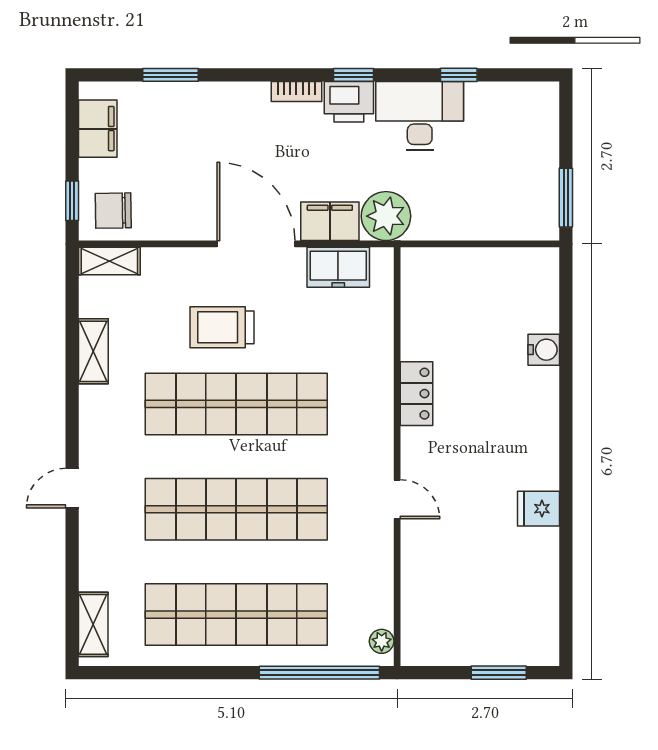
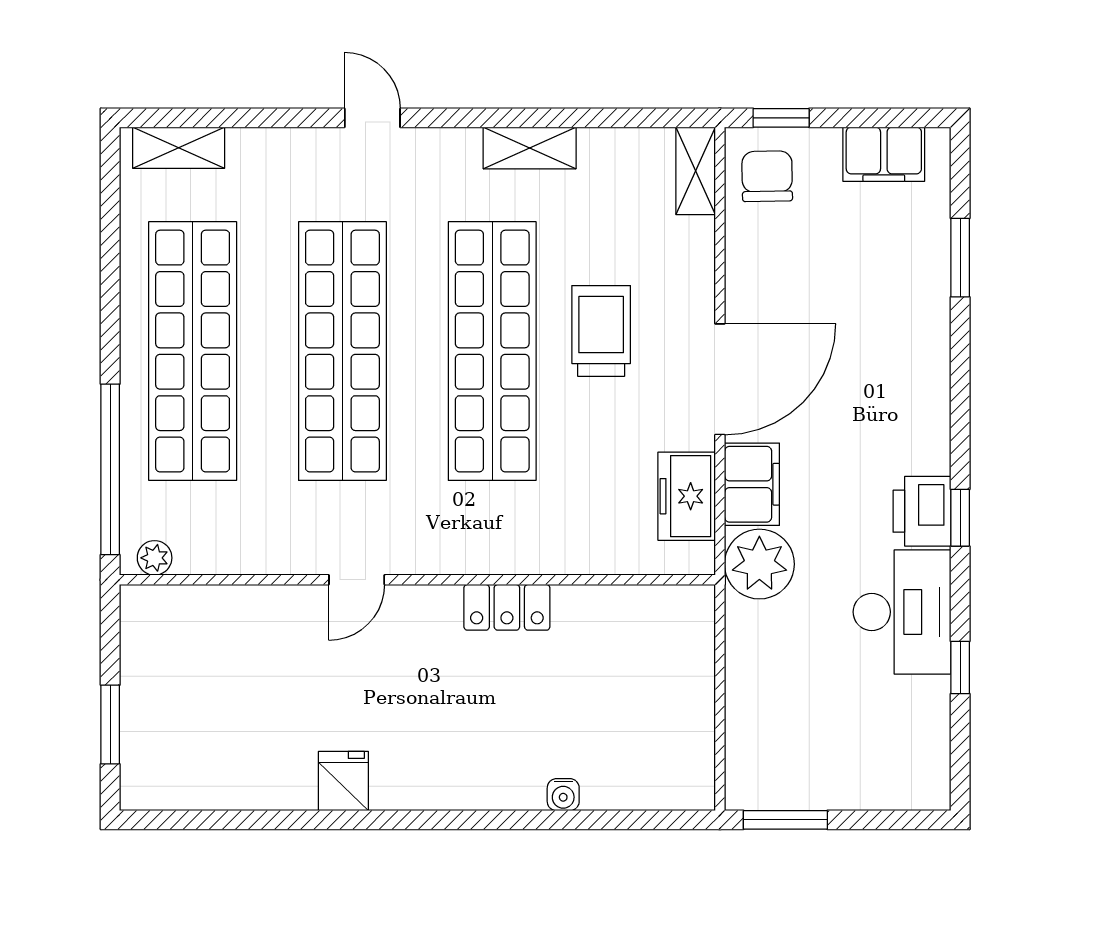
bookcase: (296, 91) -> (937, 437), removed
water cooler: (544, 350) -> (563, 795), width x0.72, depth x0.72
shelving: (93, 351) -> (530, 148), moved

